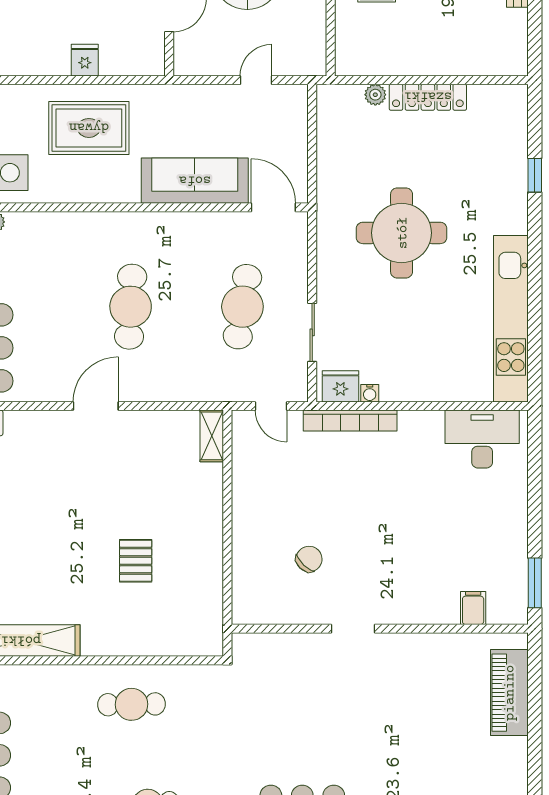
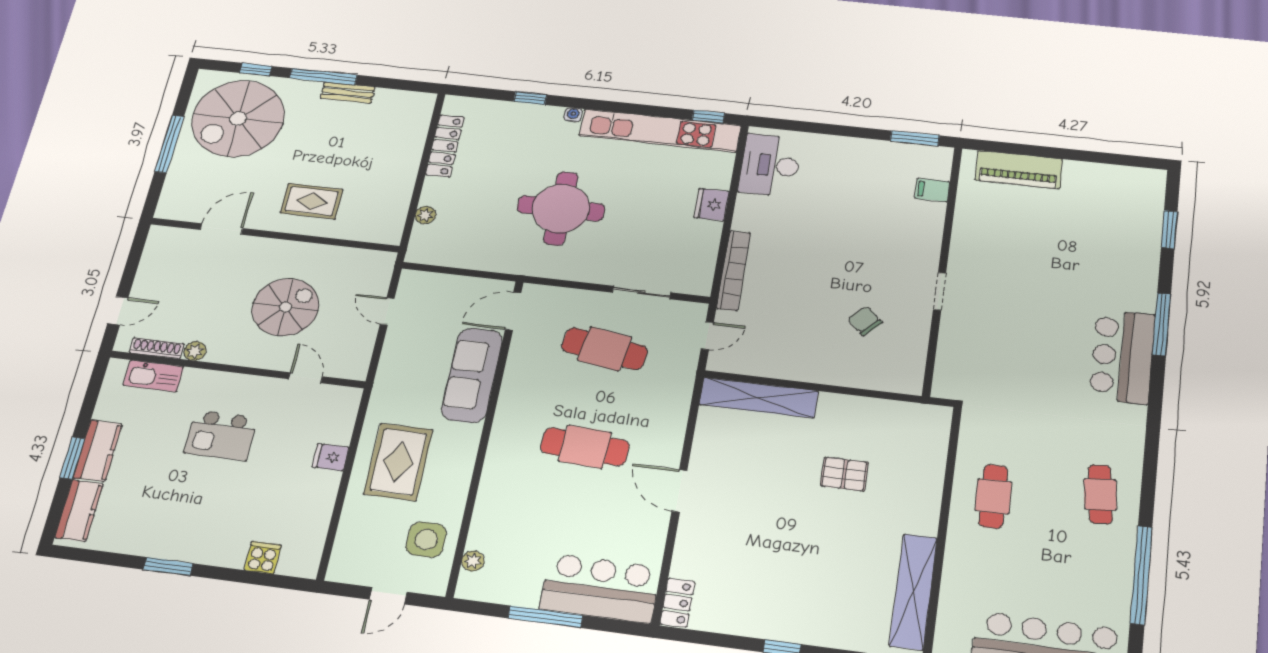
locker: (428, 97) -> (445, 146), moved
window: (535, 366) -> (708, 117), added
fridge: (340, 386) -> (712, 204), moved
water cooler: (370, 393) -> (573, 115), moved, turned -90
shelving: (212, 436) -> (759, 398), width x2.20, depth x1.33

